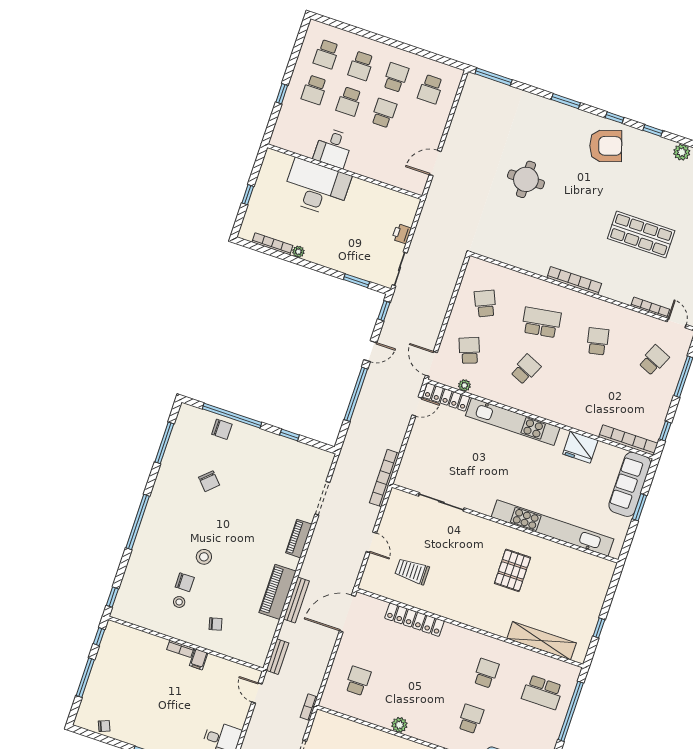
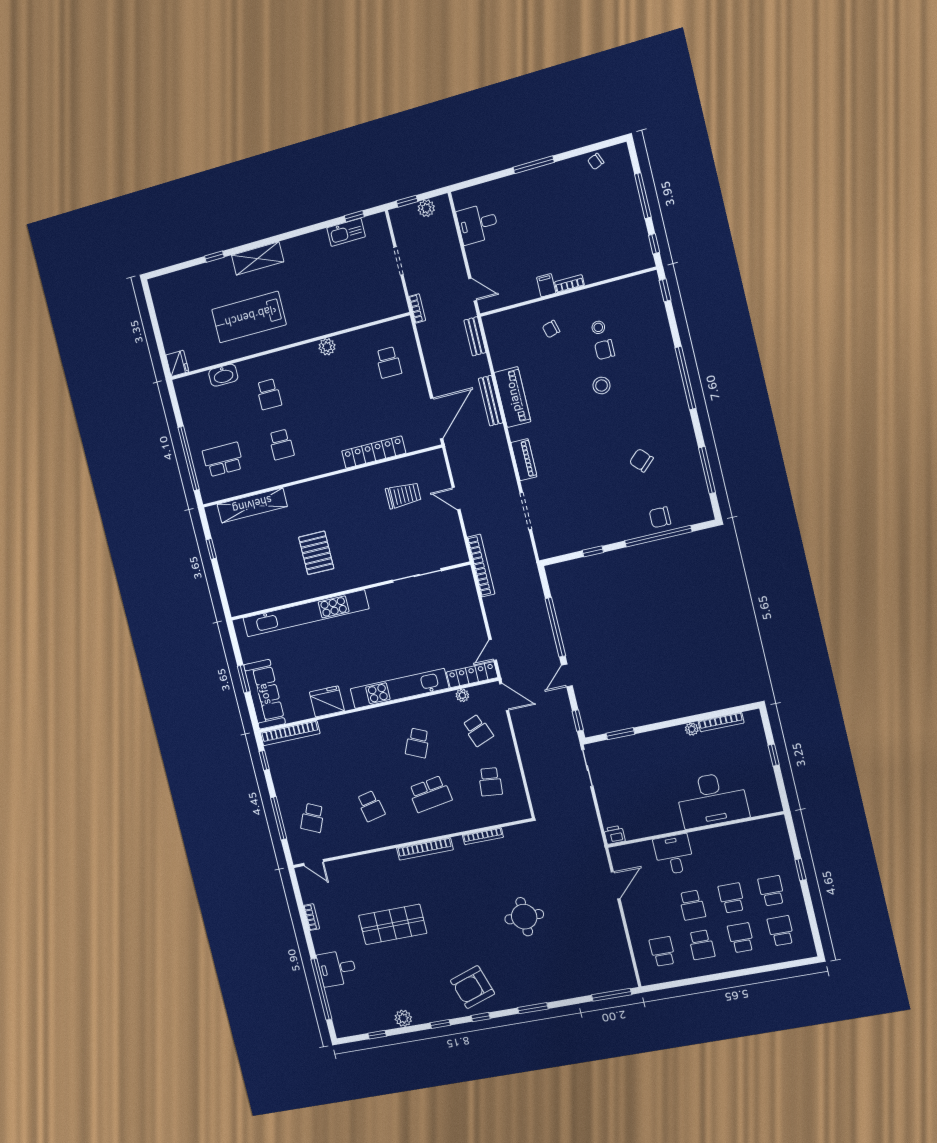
desk: (333, 148) -> (674, 854), moved
printer: (402, 234) -> (614, 835), moved, turned -90
school desk: (485, 304) -> (490, 782), turned 30
bookcase: (650, 308) -> (483, 836), moved

